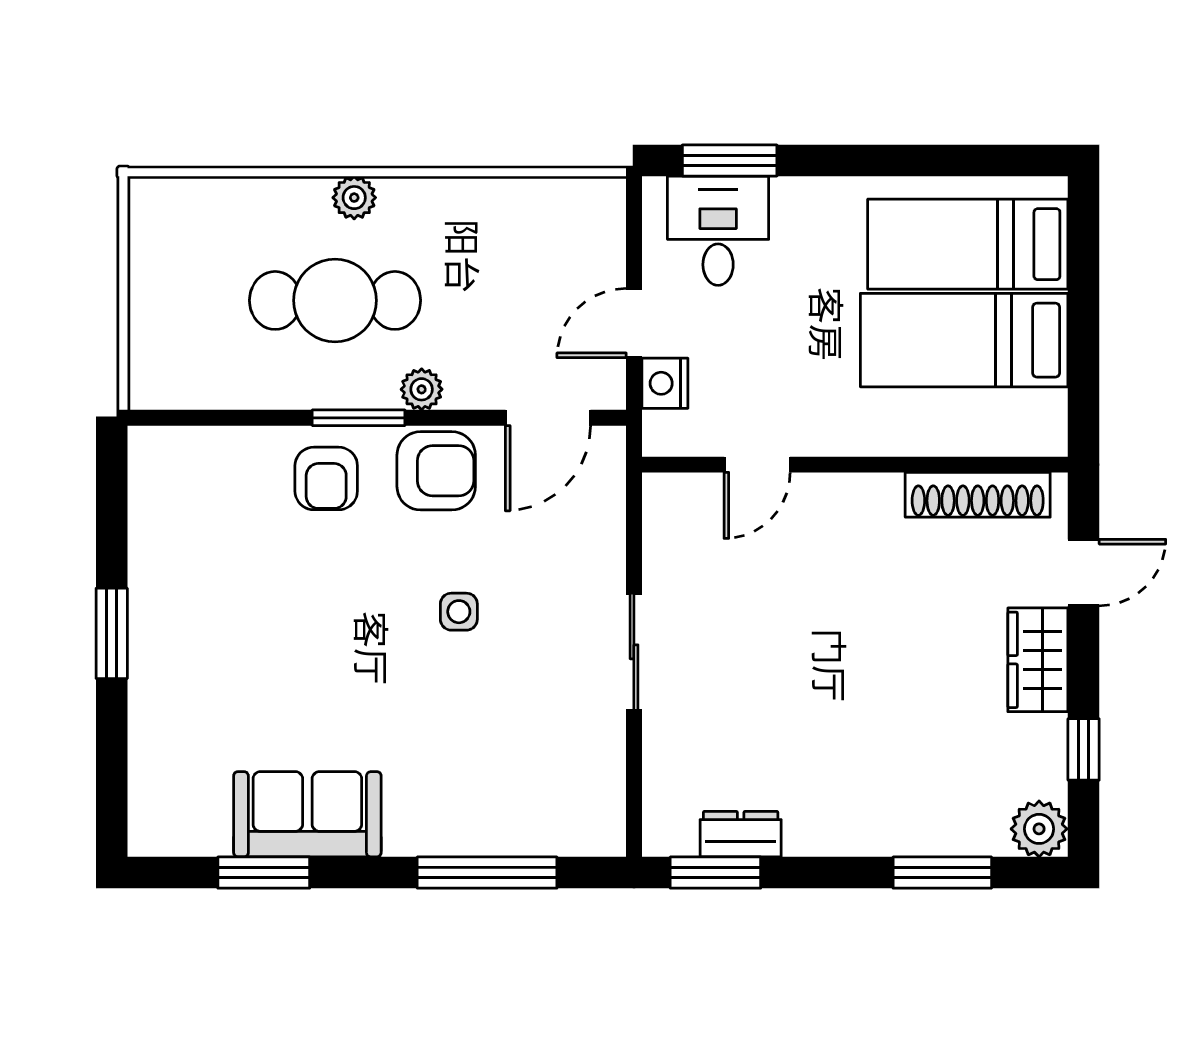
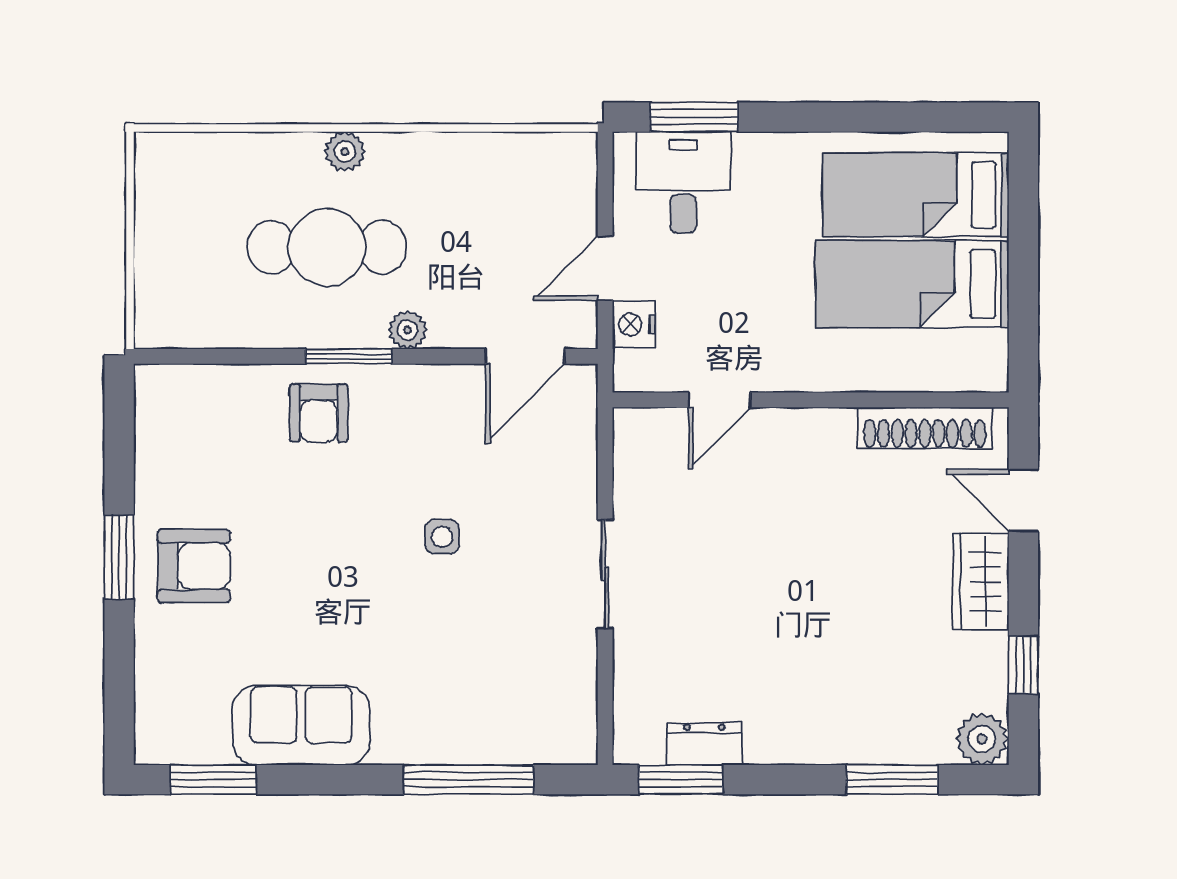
armchair: (436, 471) -> (194, 566), moved
door: (1084, 573) -> (1023, 500), swing flipped
window: (264, 873) -> (213, 780), moved

